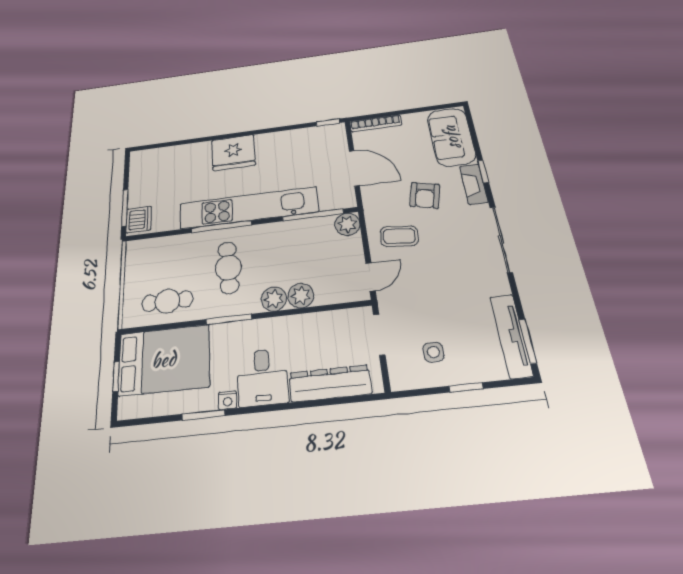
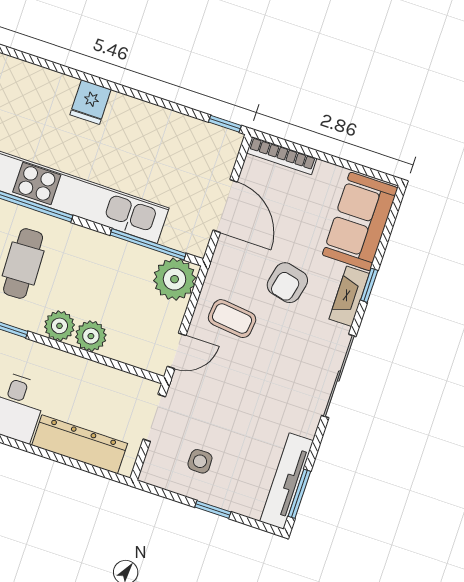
fridge: (233, 153) -> (91, 102), width x0.53, depth x0.75
plant: (347, 224) -> (175, 279), width x1.36, depth x1.36

